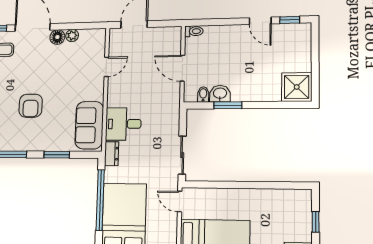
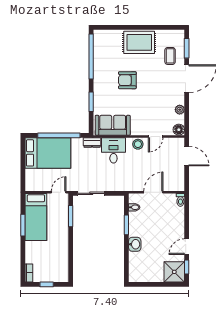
floor lamp: (57, 37) -> (179, 130), moved
door: (106, 67) -> (156, 136), hinge flipped
shower: (297, 87) -> (174, 272), moved
stool: (116, 91) -> (138, 144), added
washbasin: (220, 94) -> (135, 244), moved
window: (214, 185) -> (71, 216), added

